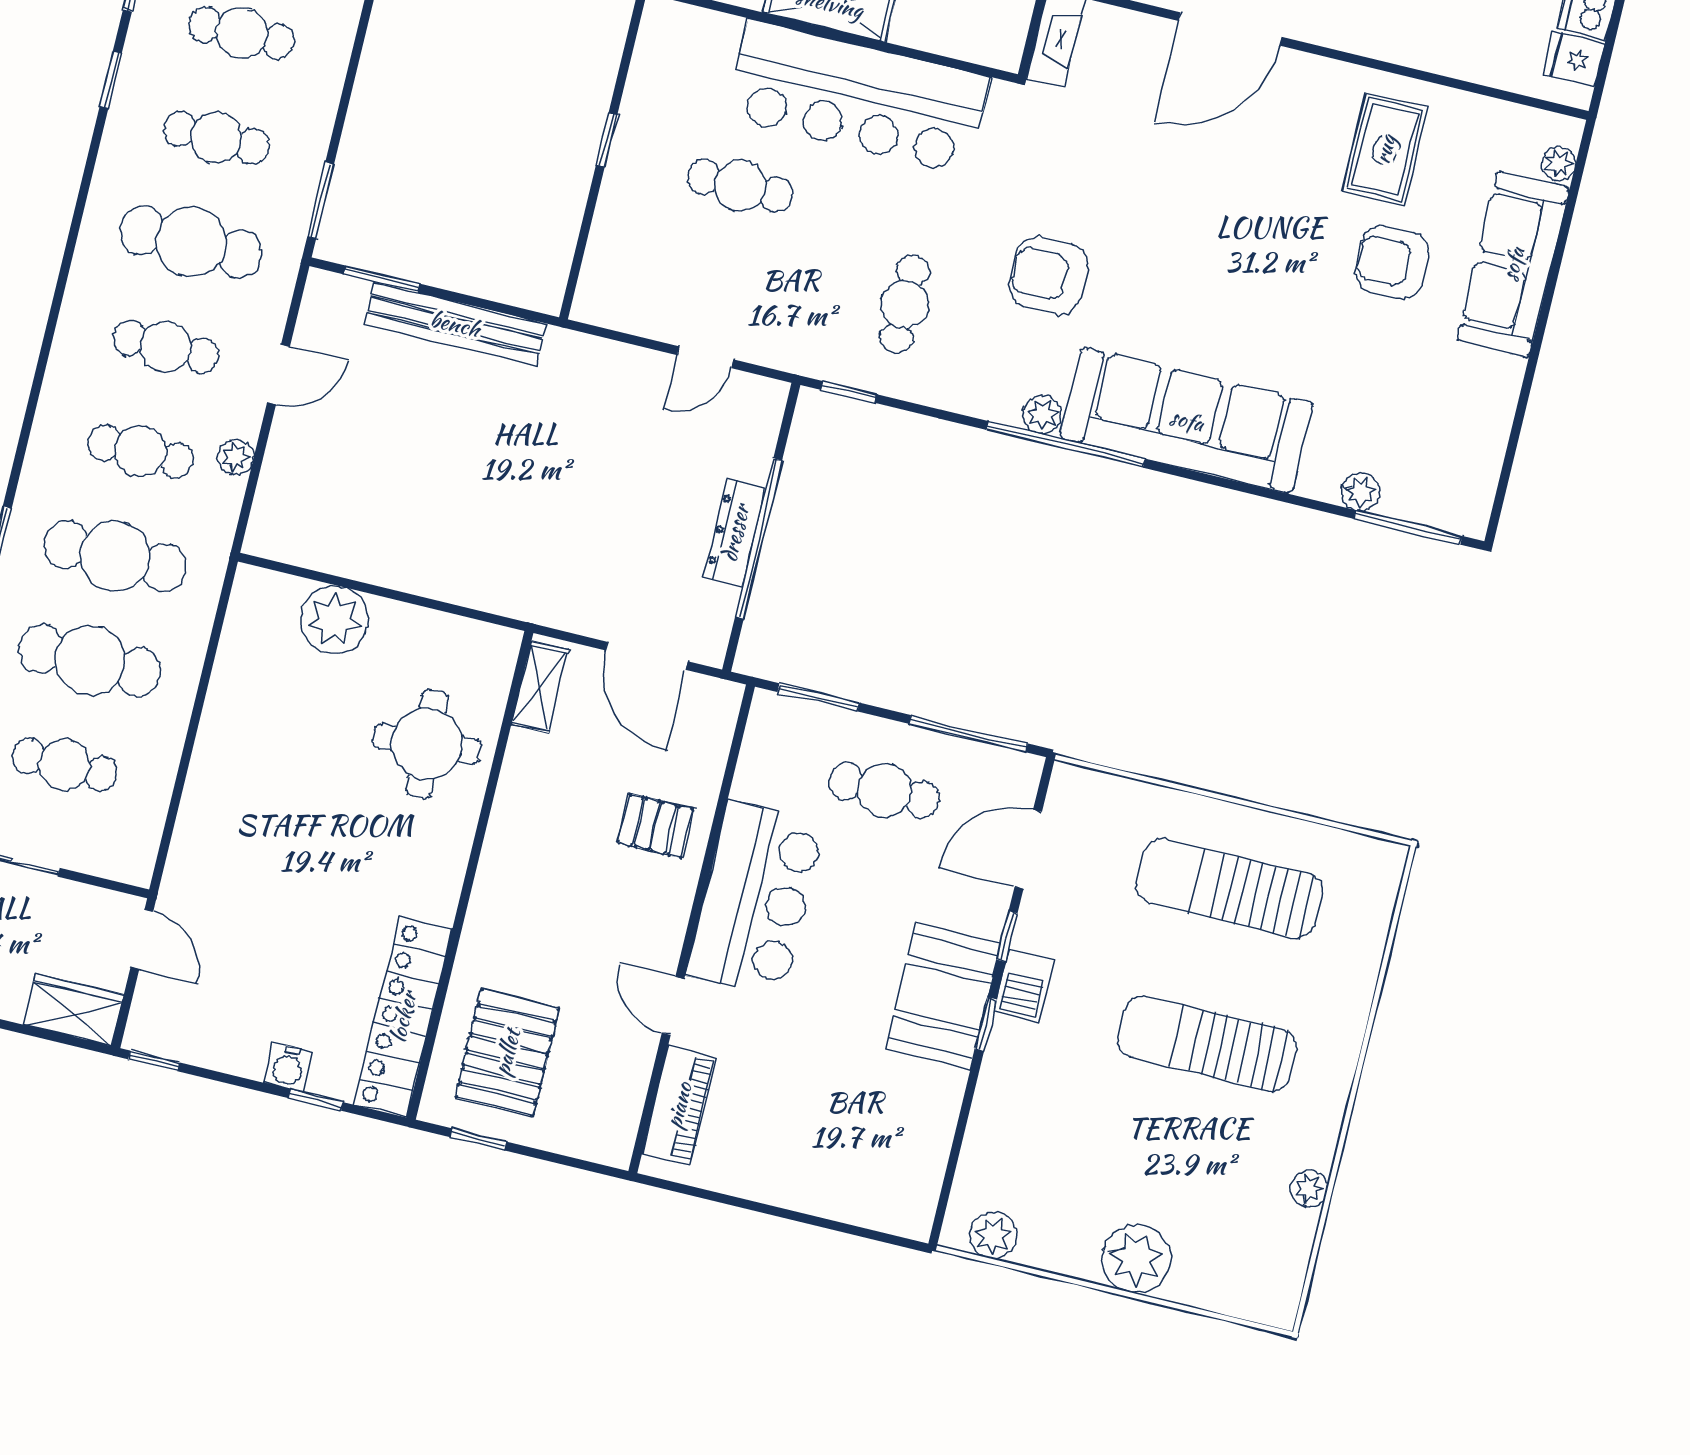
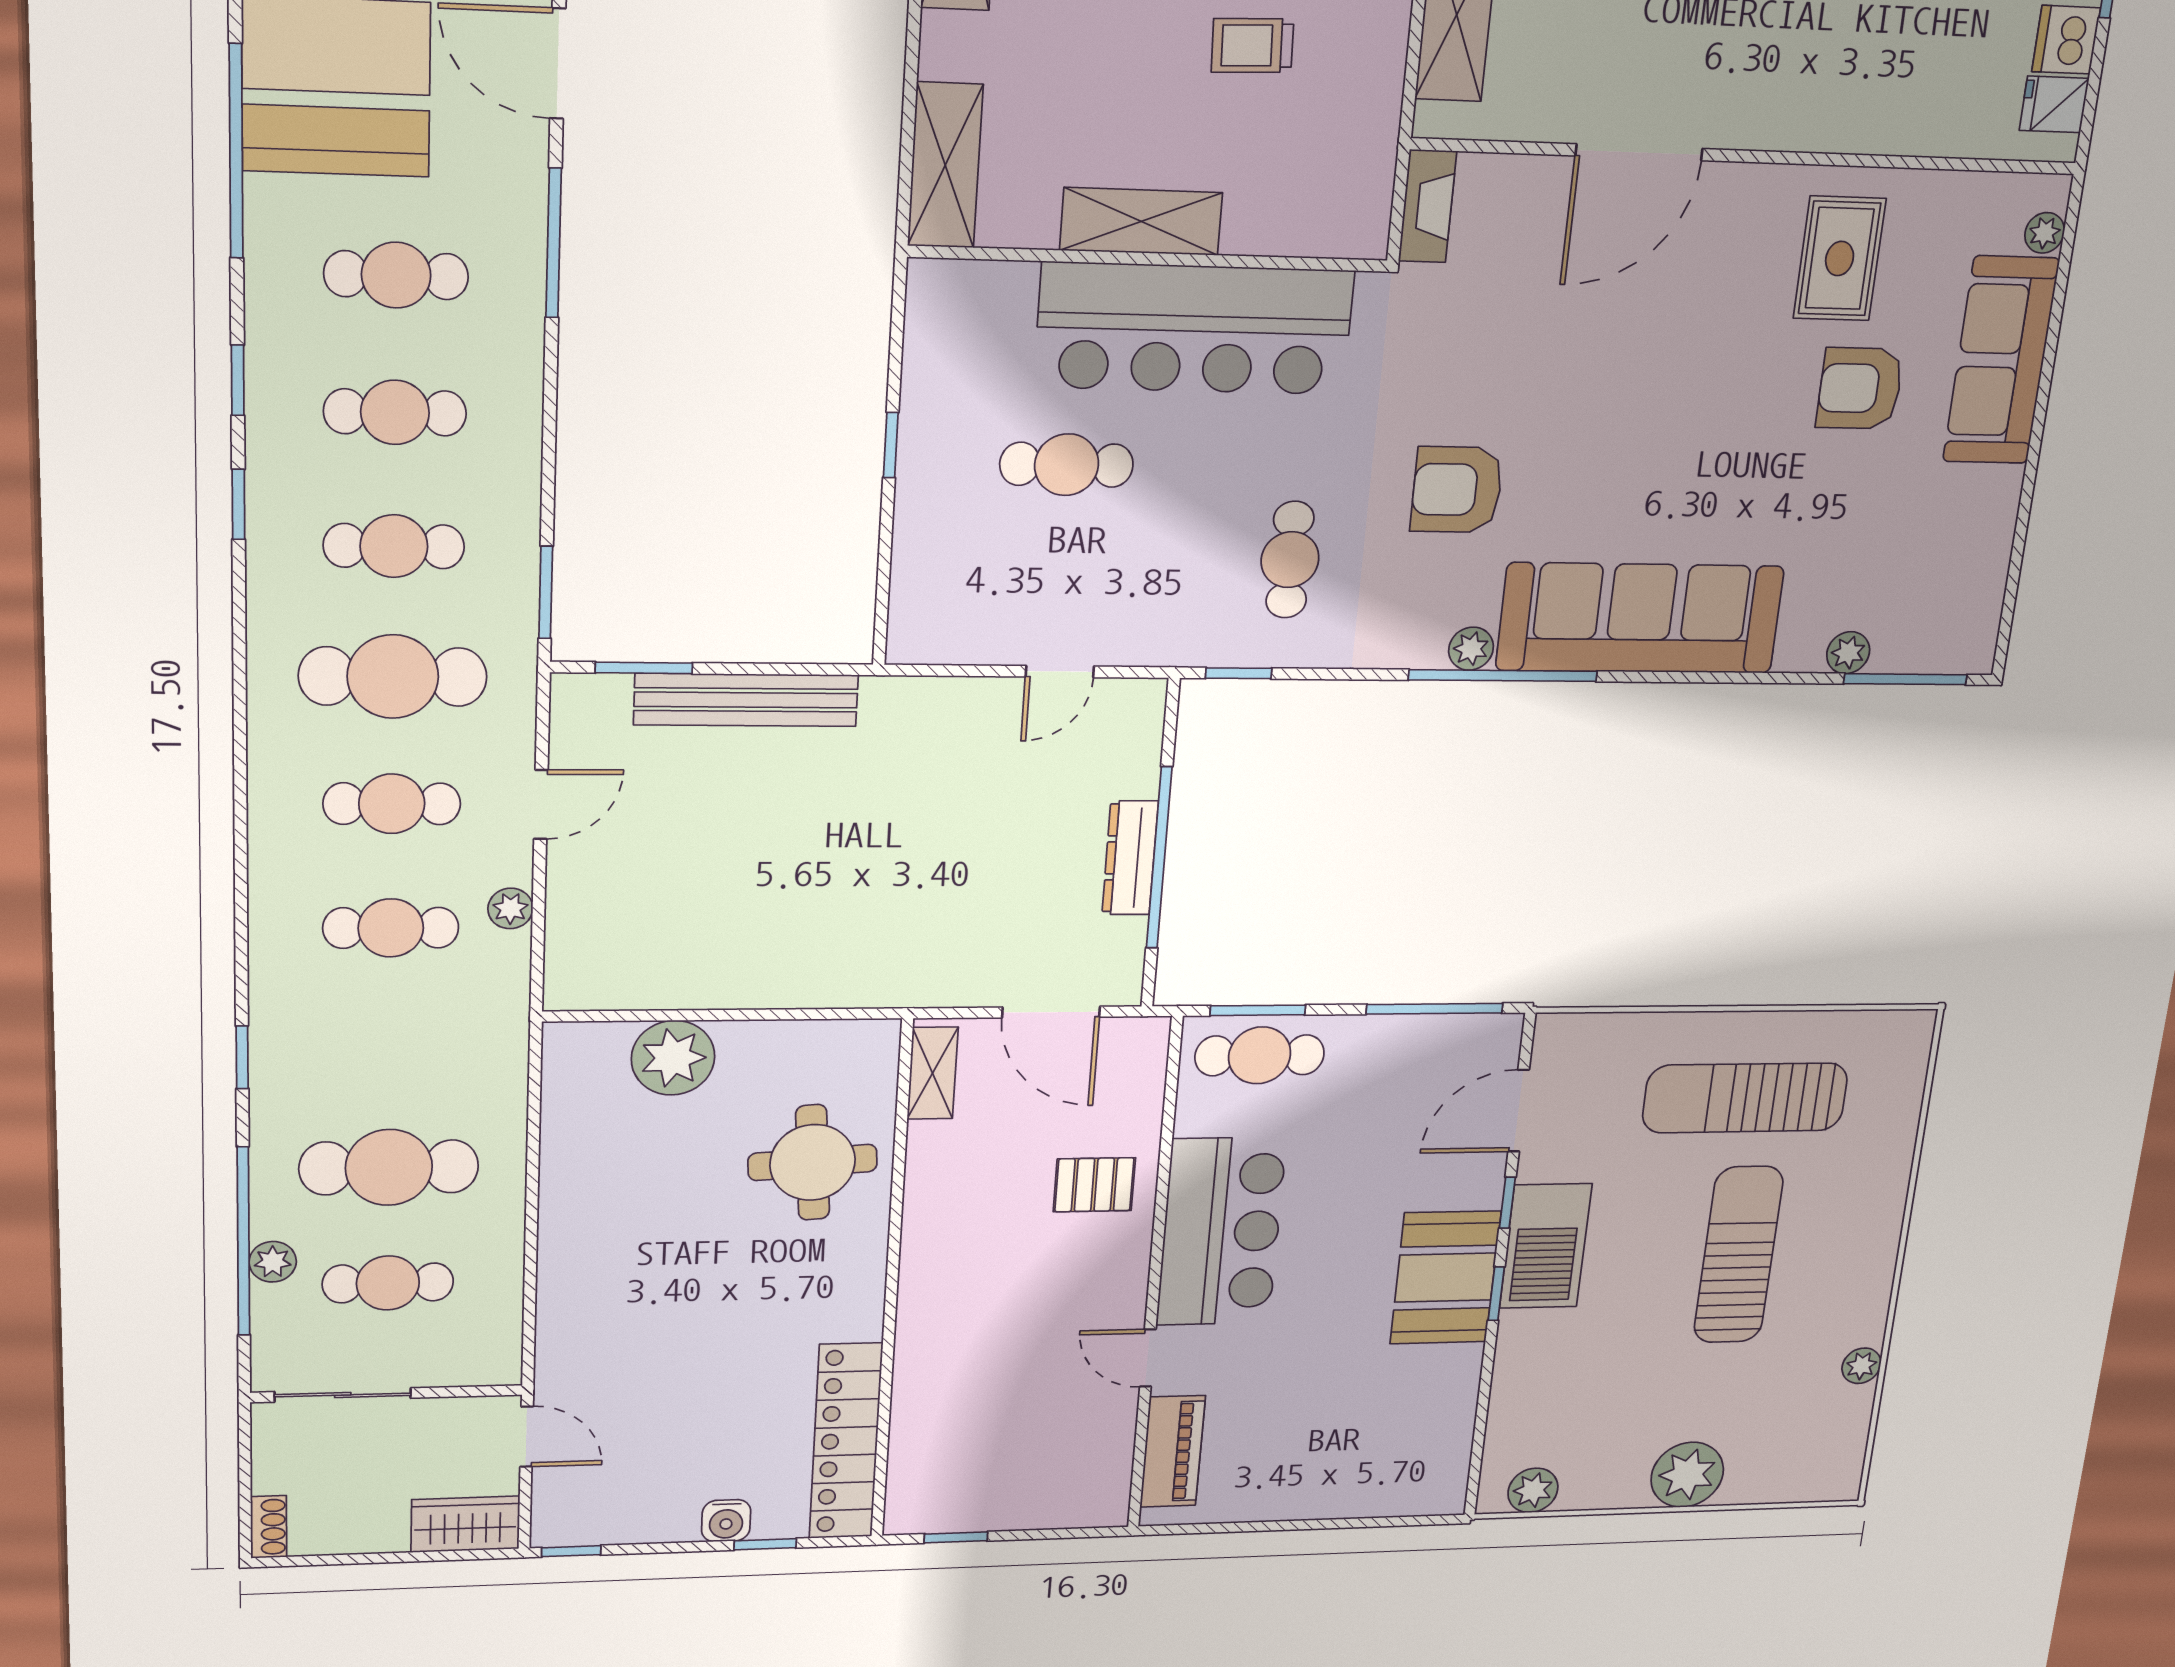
cafe table: (115, 556) -> (390, 1049), removed
cafe table: (885, 790) -> (1260, 1055), moved
barbecue: (1024, 986) -> (1546, 1246), width x1.88, depth x1.53
sun lounger: (1207, 1043) -> (1738, 1255), turned 90
pallet: (507, 1052) -> (971, 1447), removed

